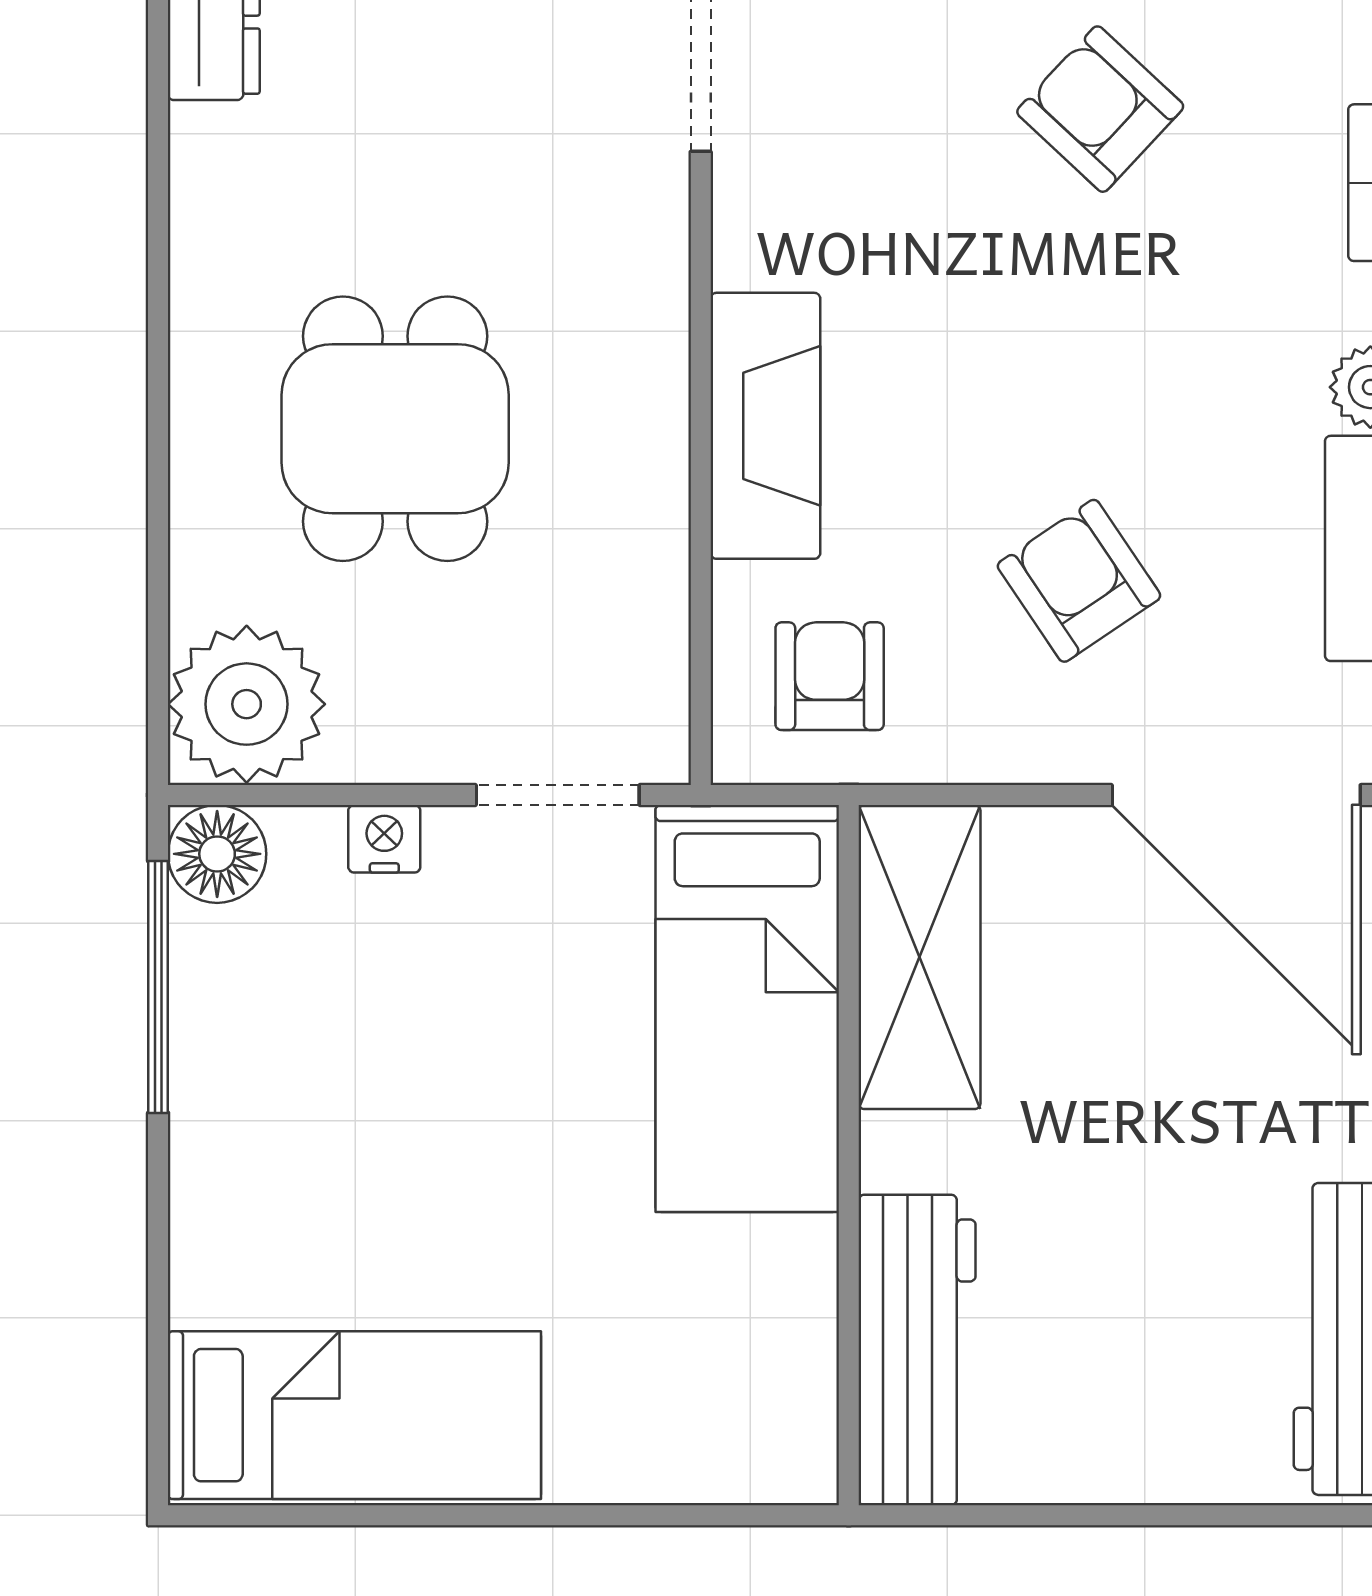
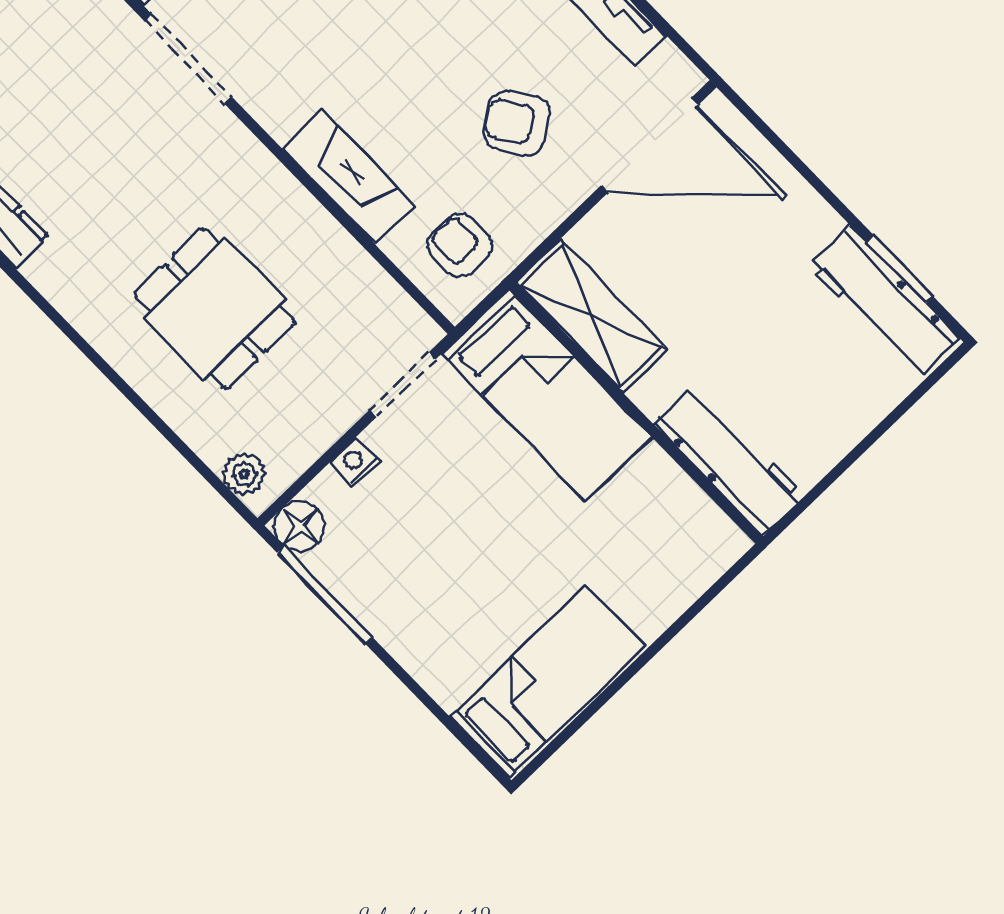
plant: (247, 704) -> (244, 474), width x0.53, depth x0.53

